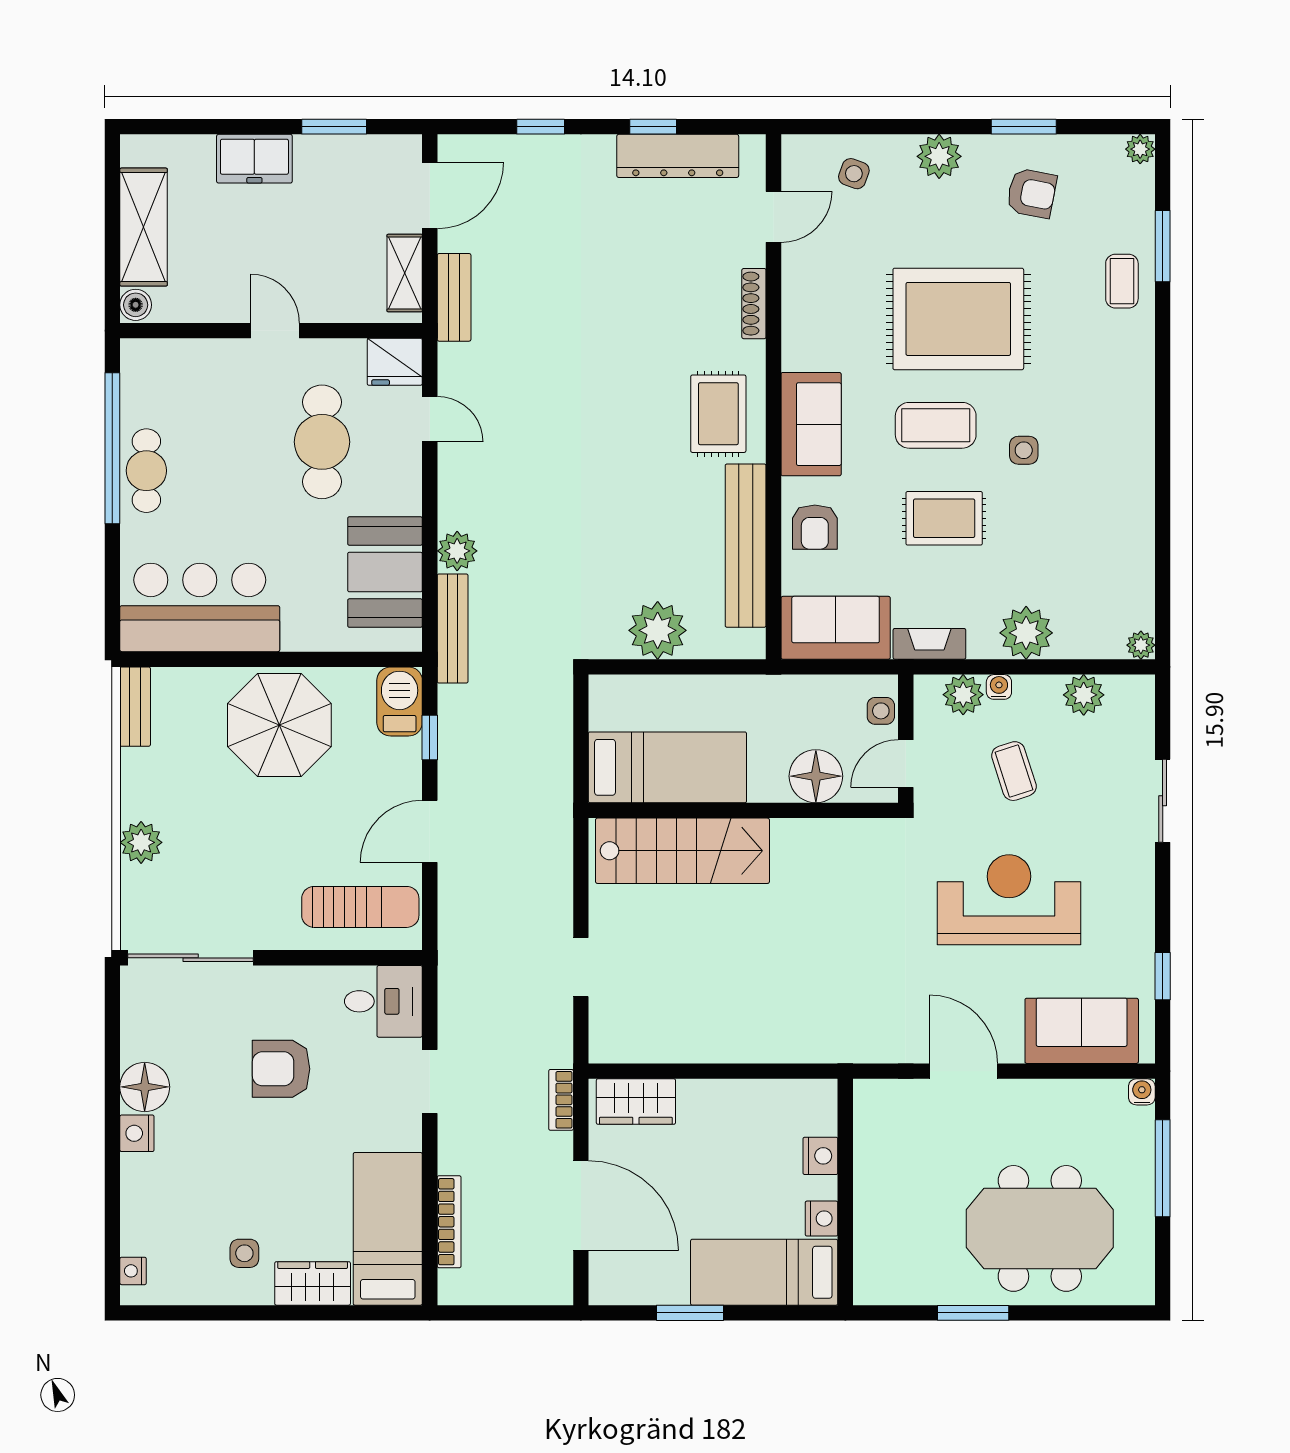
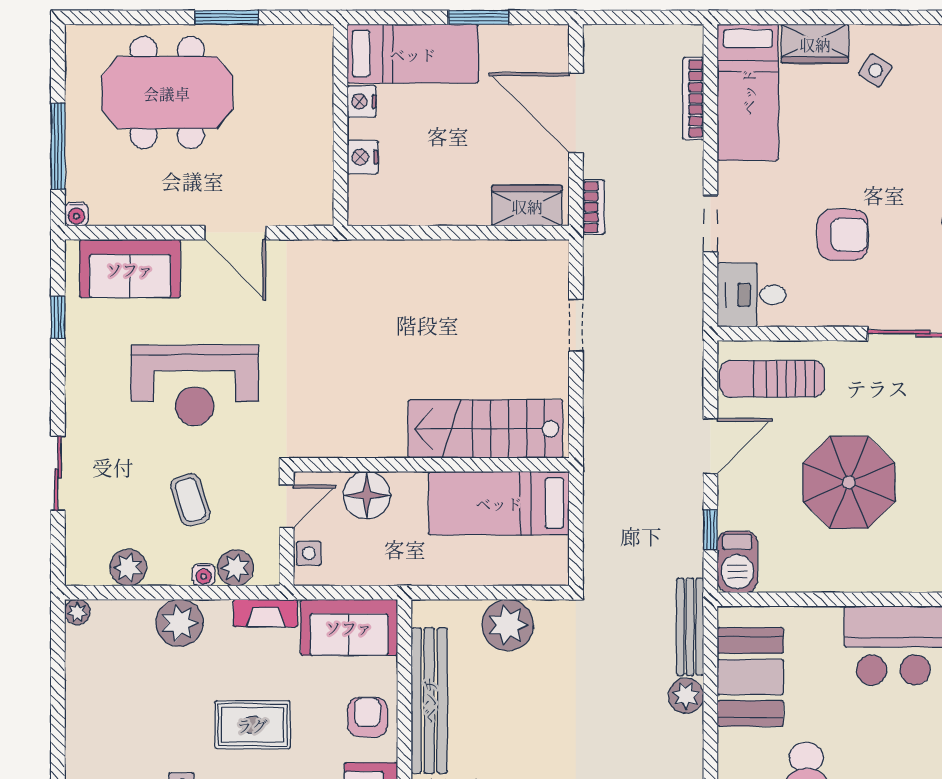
parasol: (279, 725) -> (849, 482), moved
side table: (244, 1253) -> (875, 70), turned 33

